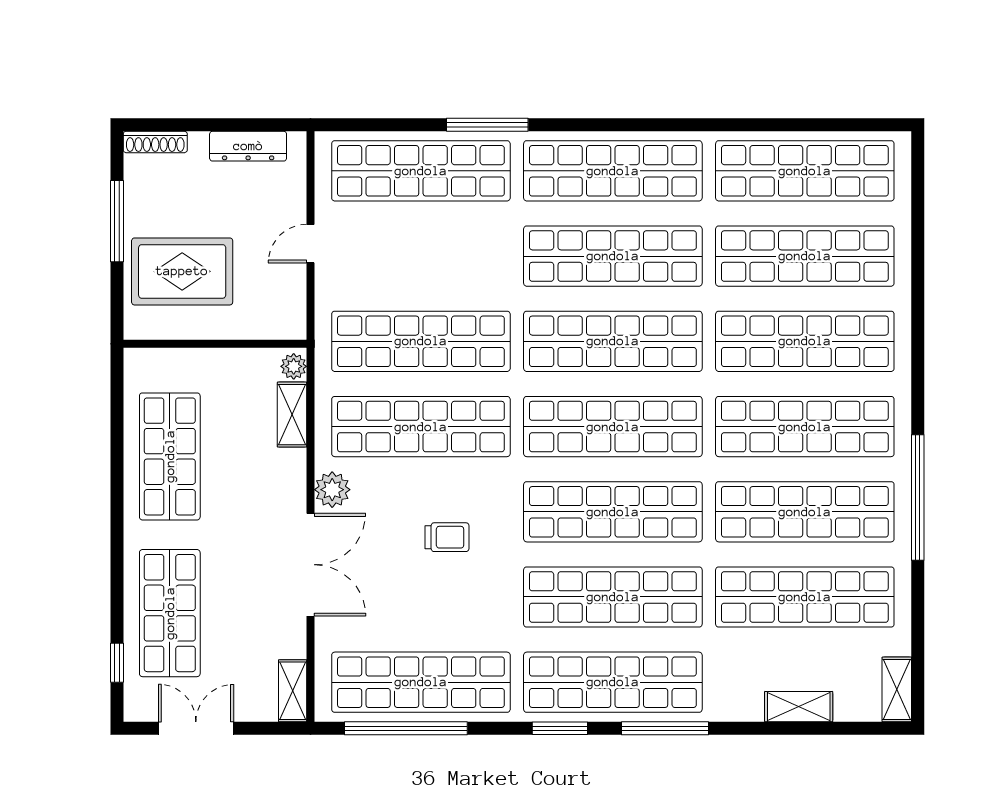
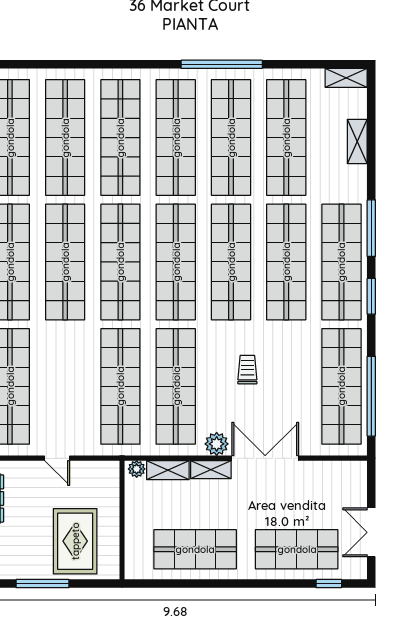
shelving: (293, 691) -> (211, 470), moved

